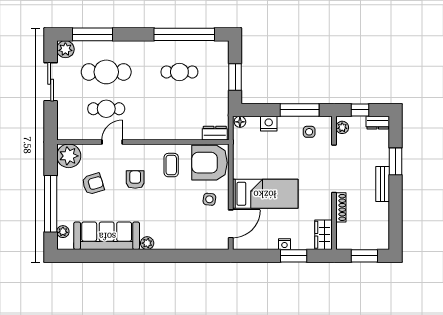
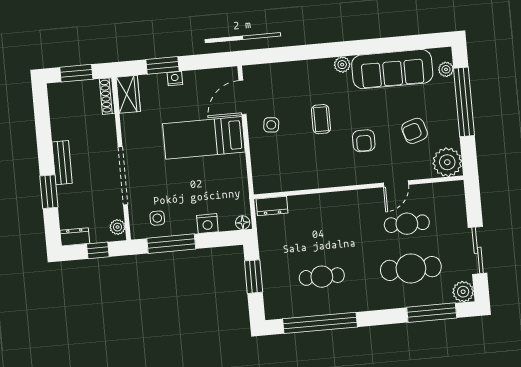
armchair: (210, 163) -> (275, 169), removed
coffee table: (171, 165) -> (321, 119), moved
shoe rack: (341, 207) -> (107, 96), moved

